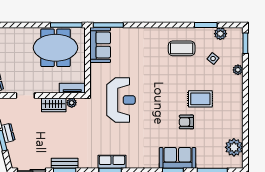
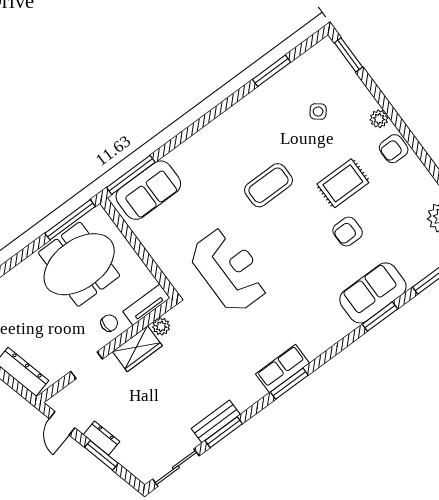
plant: (220, 34) -> (302, 68), removed
sofa: (100, 45) -> (148, 190), moved, turned 90
coffee table: (182, 48) -> (268, 185), moved
plant: (238, 70) -> (379, 119), moved
chair: (49, 84) -> (109, 323), added
armchair: (235, 100) -> (394, 149), added

